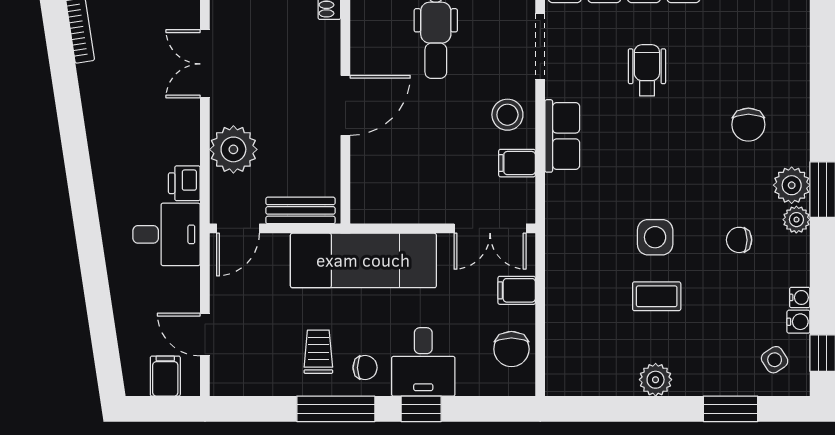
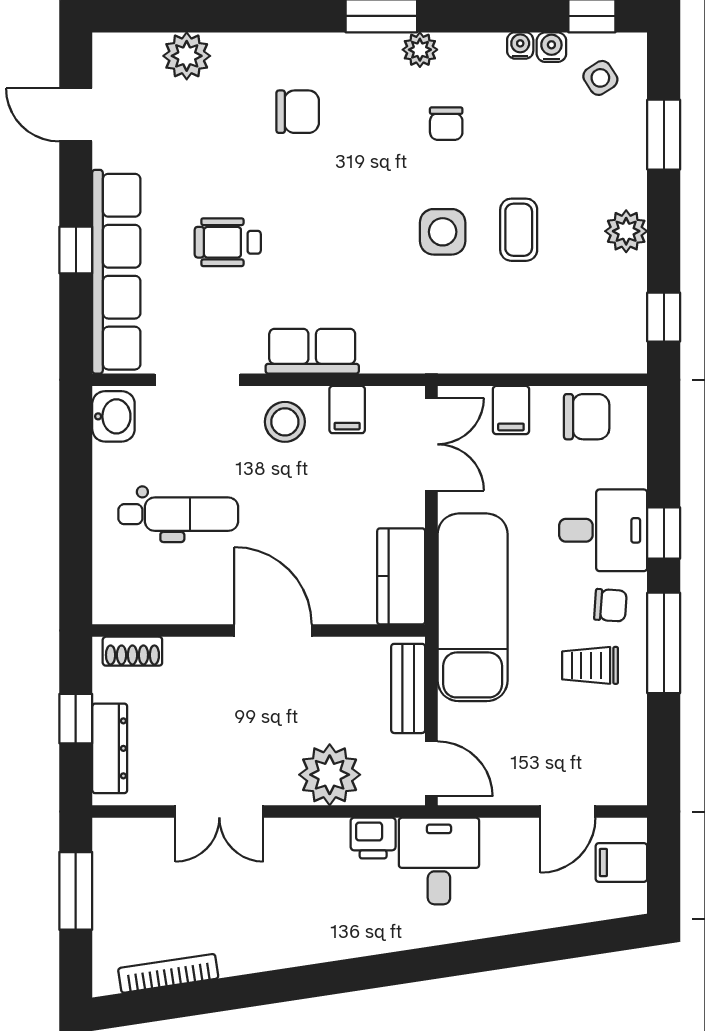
plant: (792, 185) -> (187, 56), moved
kitchen counter: (388, 205) -> (401, 576), added
chair: (365, 368) -> (610, 605), turned 94
window: (589, 409) -> (664, 317), added

